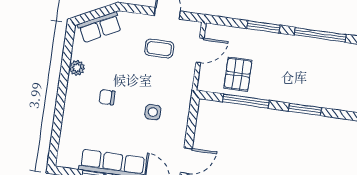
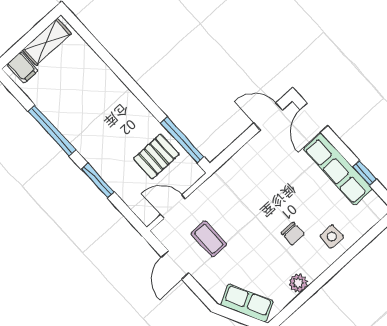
window: (246, 101) -> (182, 140), moved
window: (305, 109) -> (122, 74), removed
side table: (153, 112) -> (332, 237), moved

